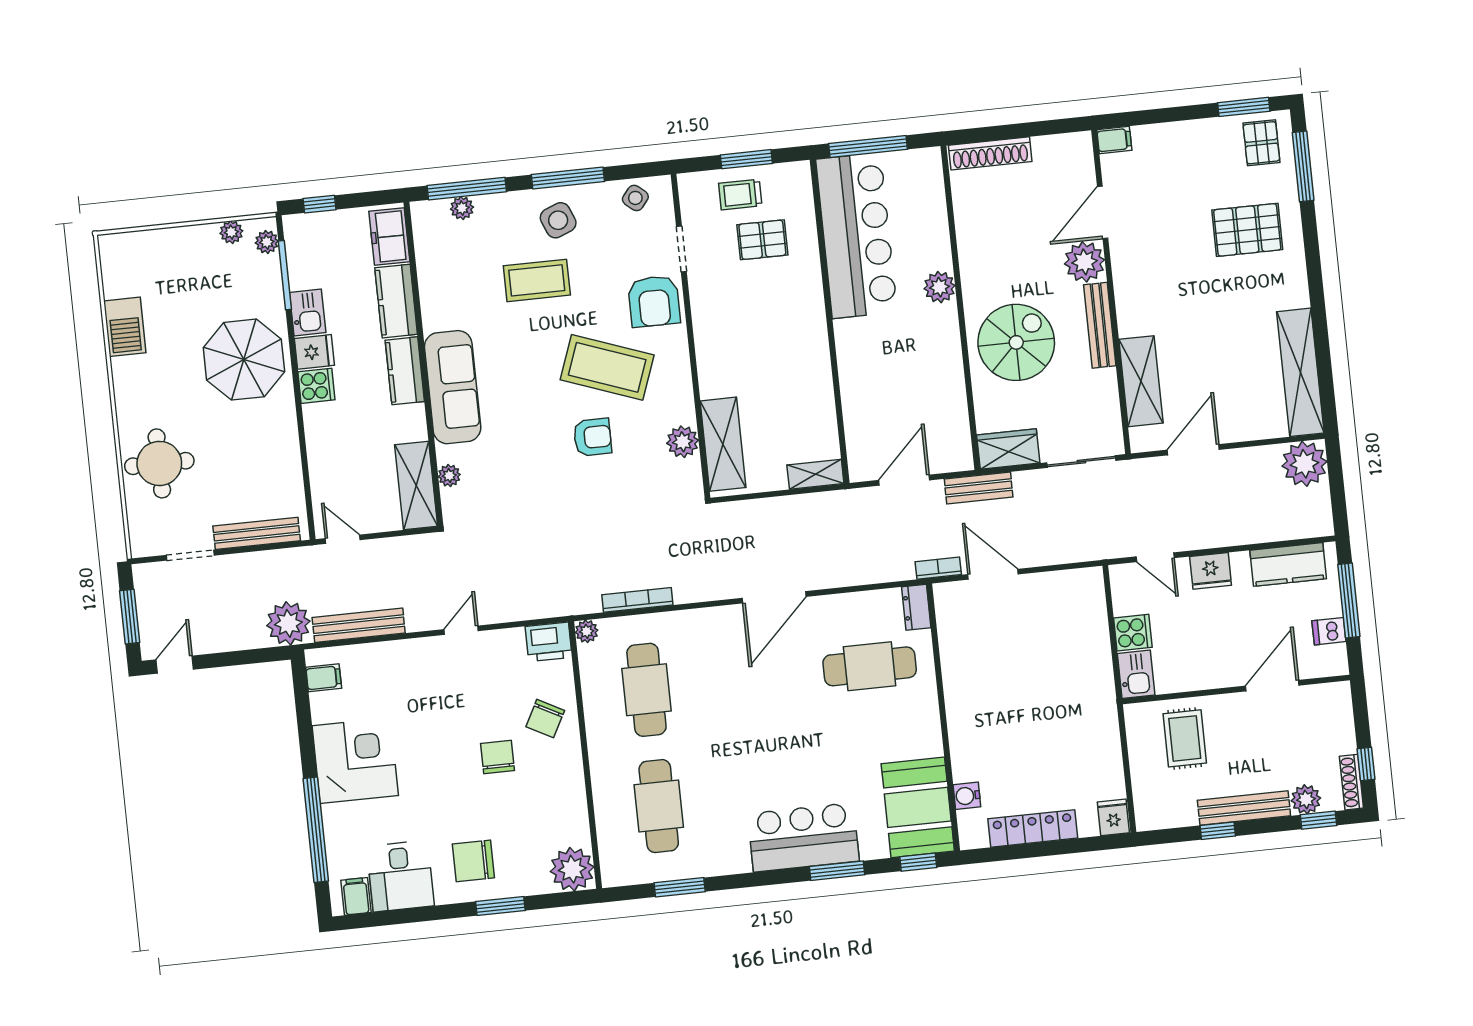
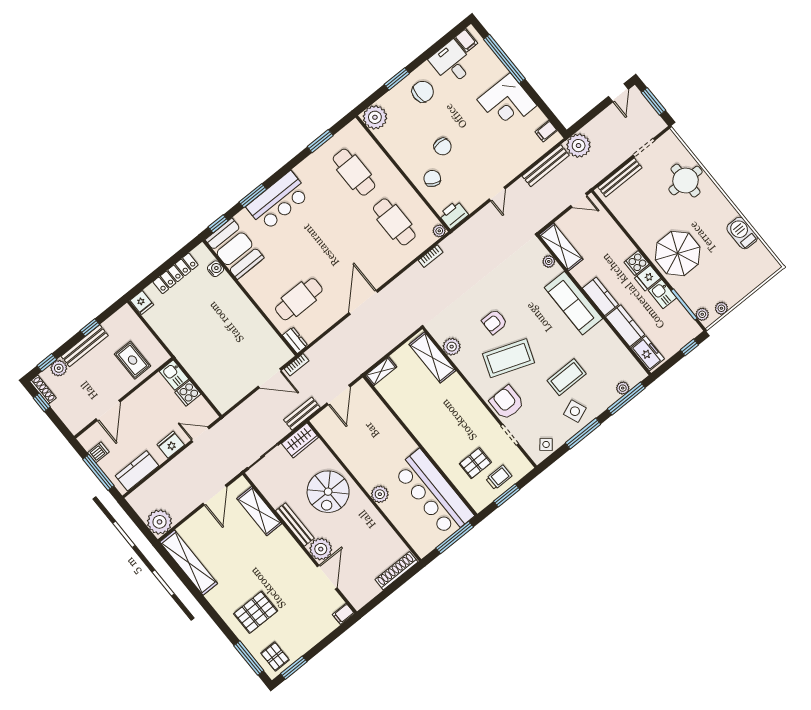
bookcase: (637, 600) -> (431, 256), width x0.64

